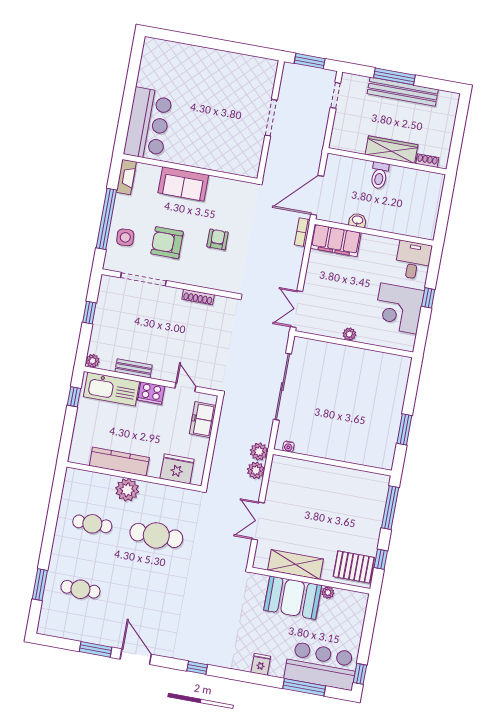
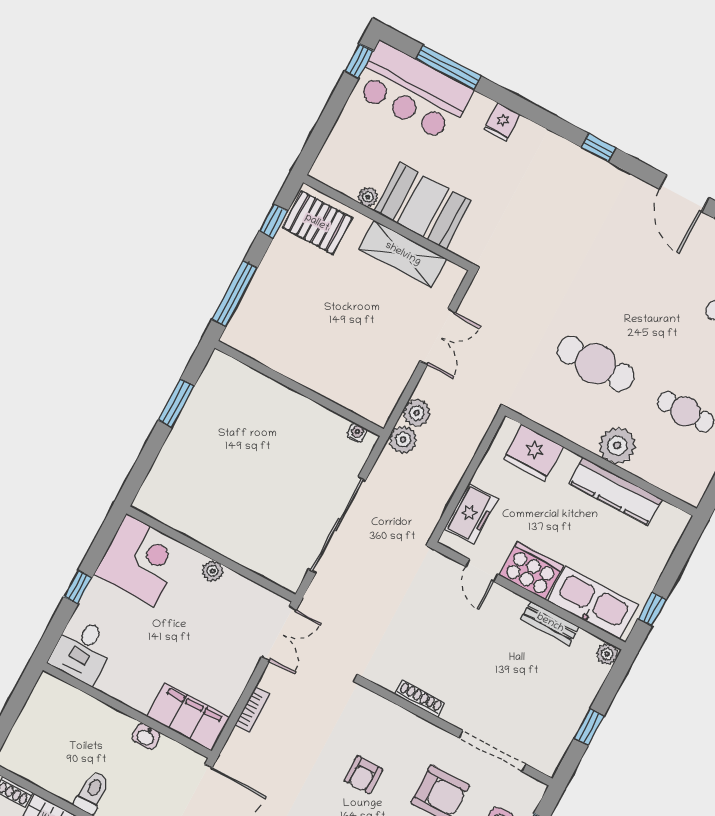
bookcase: (302, 232) -> (252, 710), moved
corner desk: (399, 308) -> (140, 560), moved
cooker: (151, 393) -> (531, 571), width x1.37, depth x1.31

